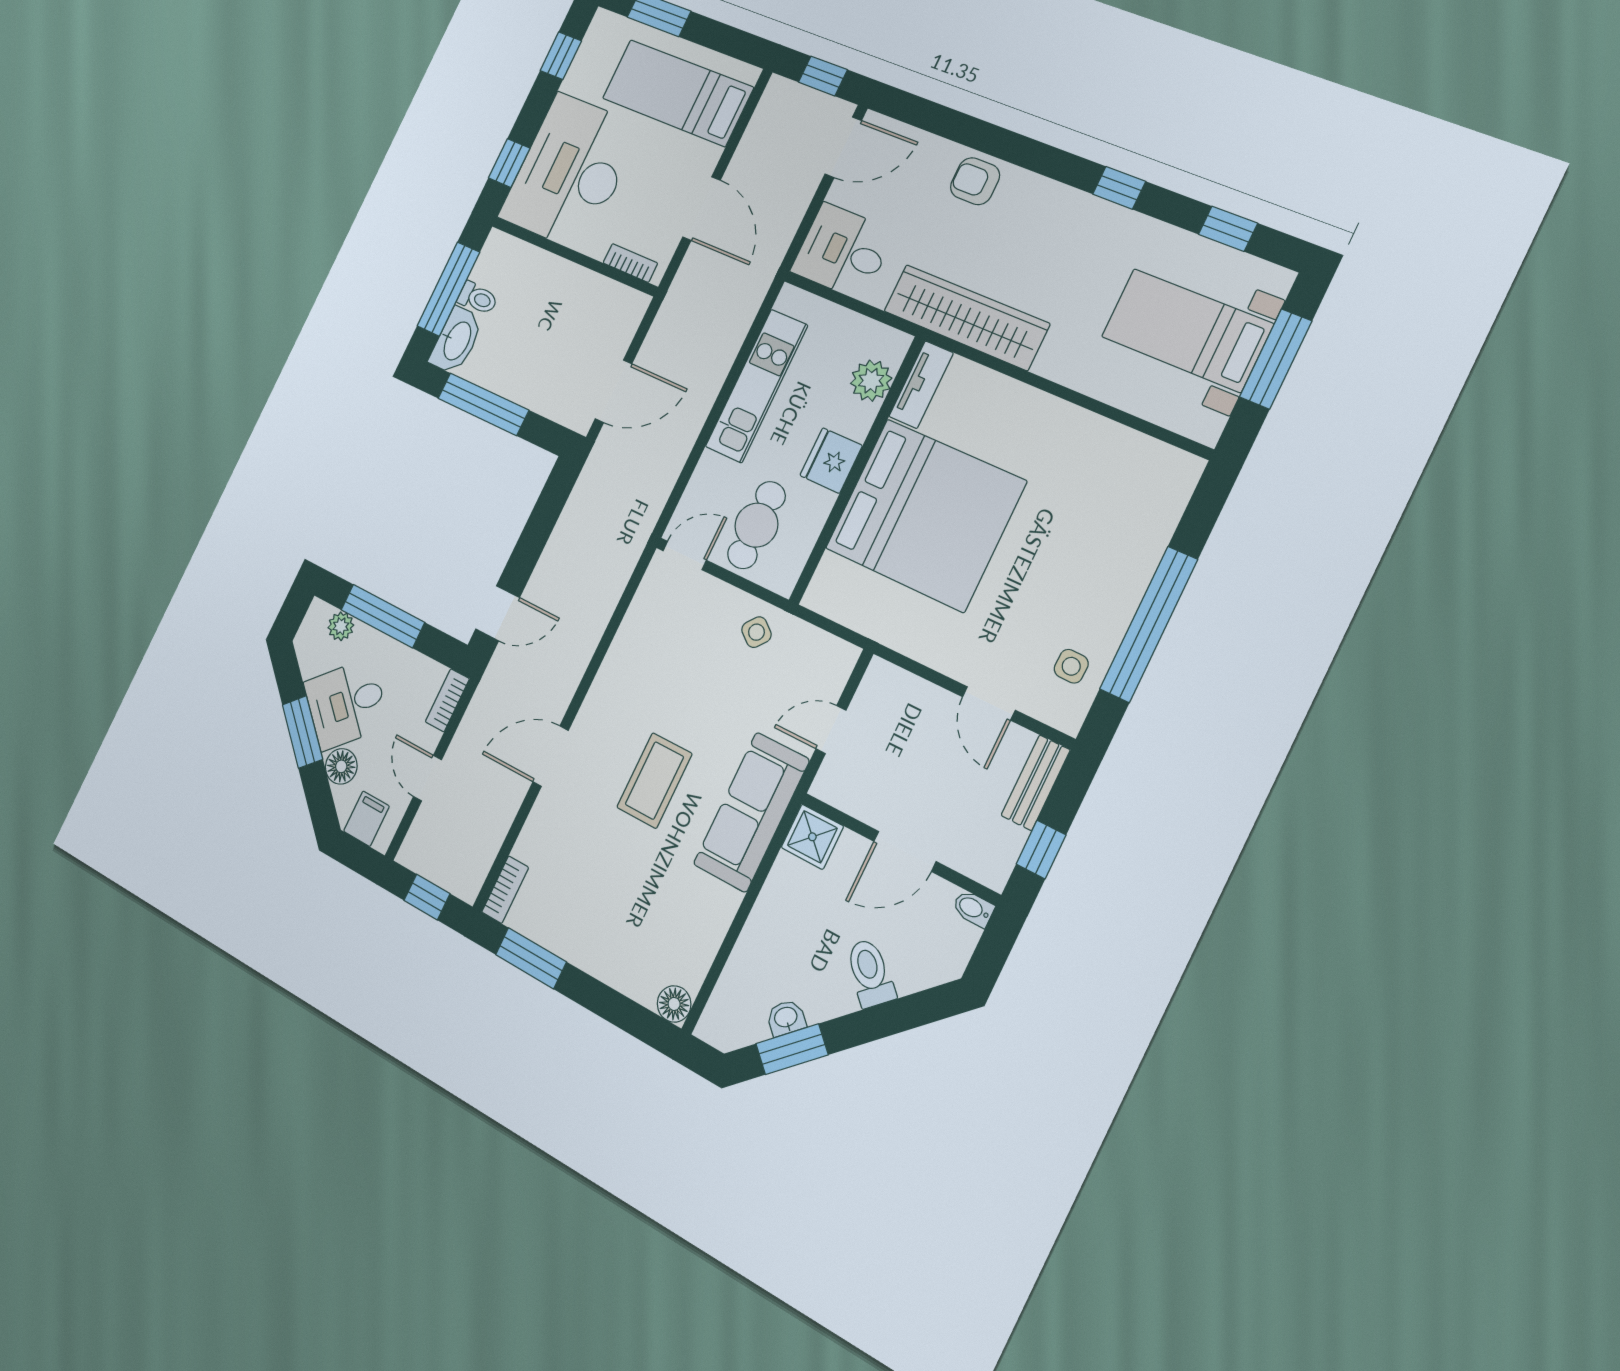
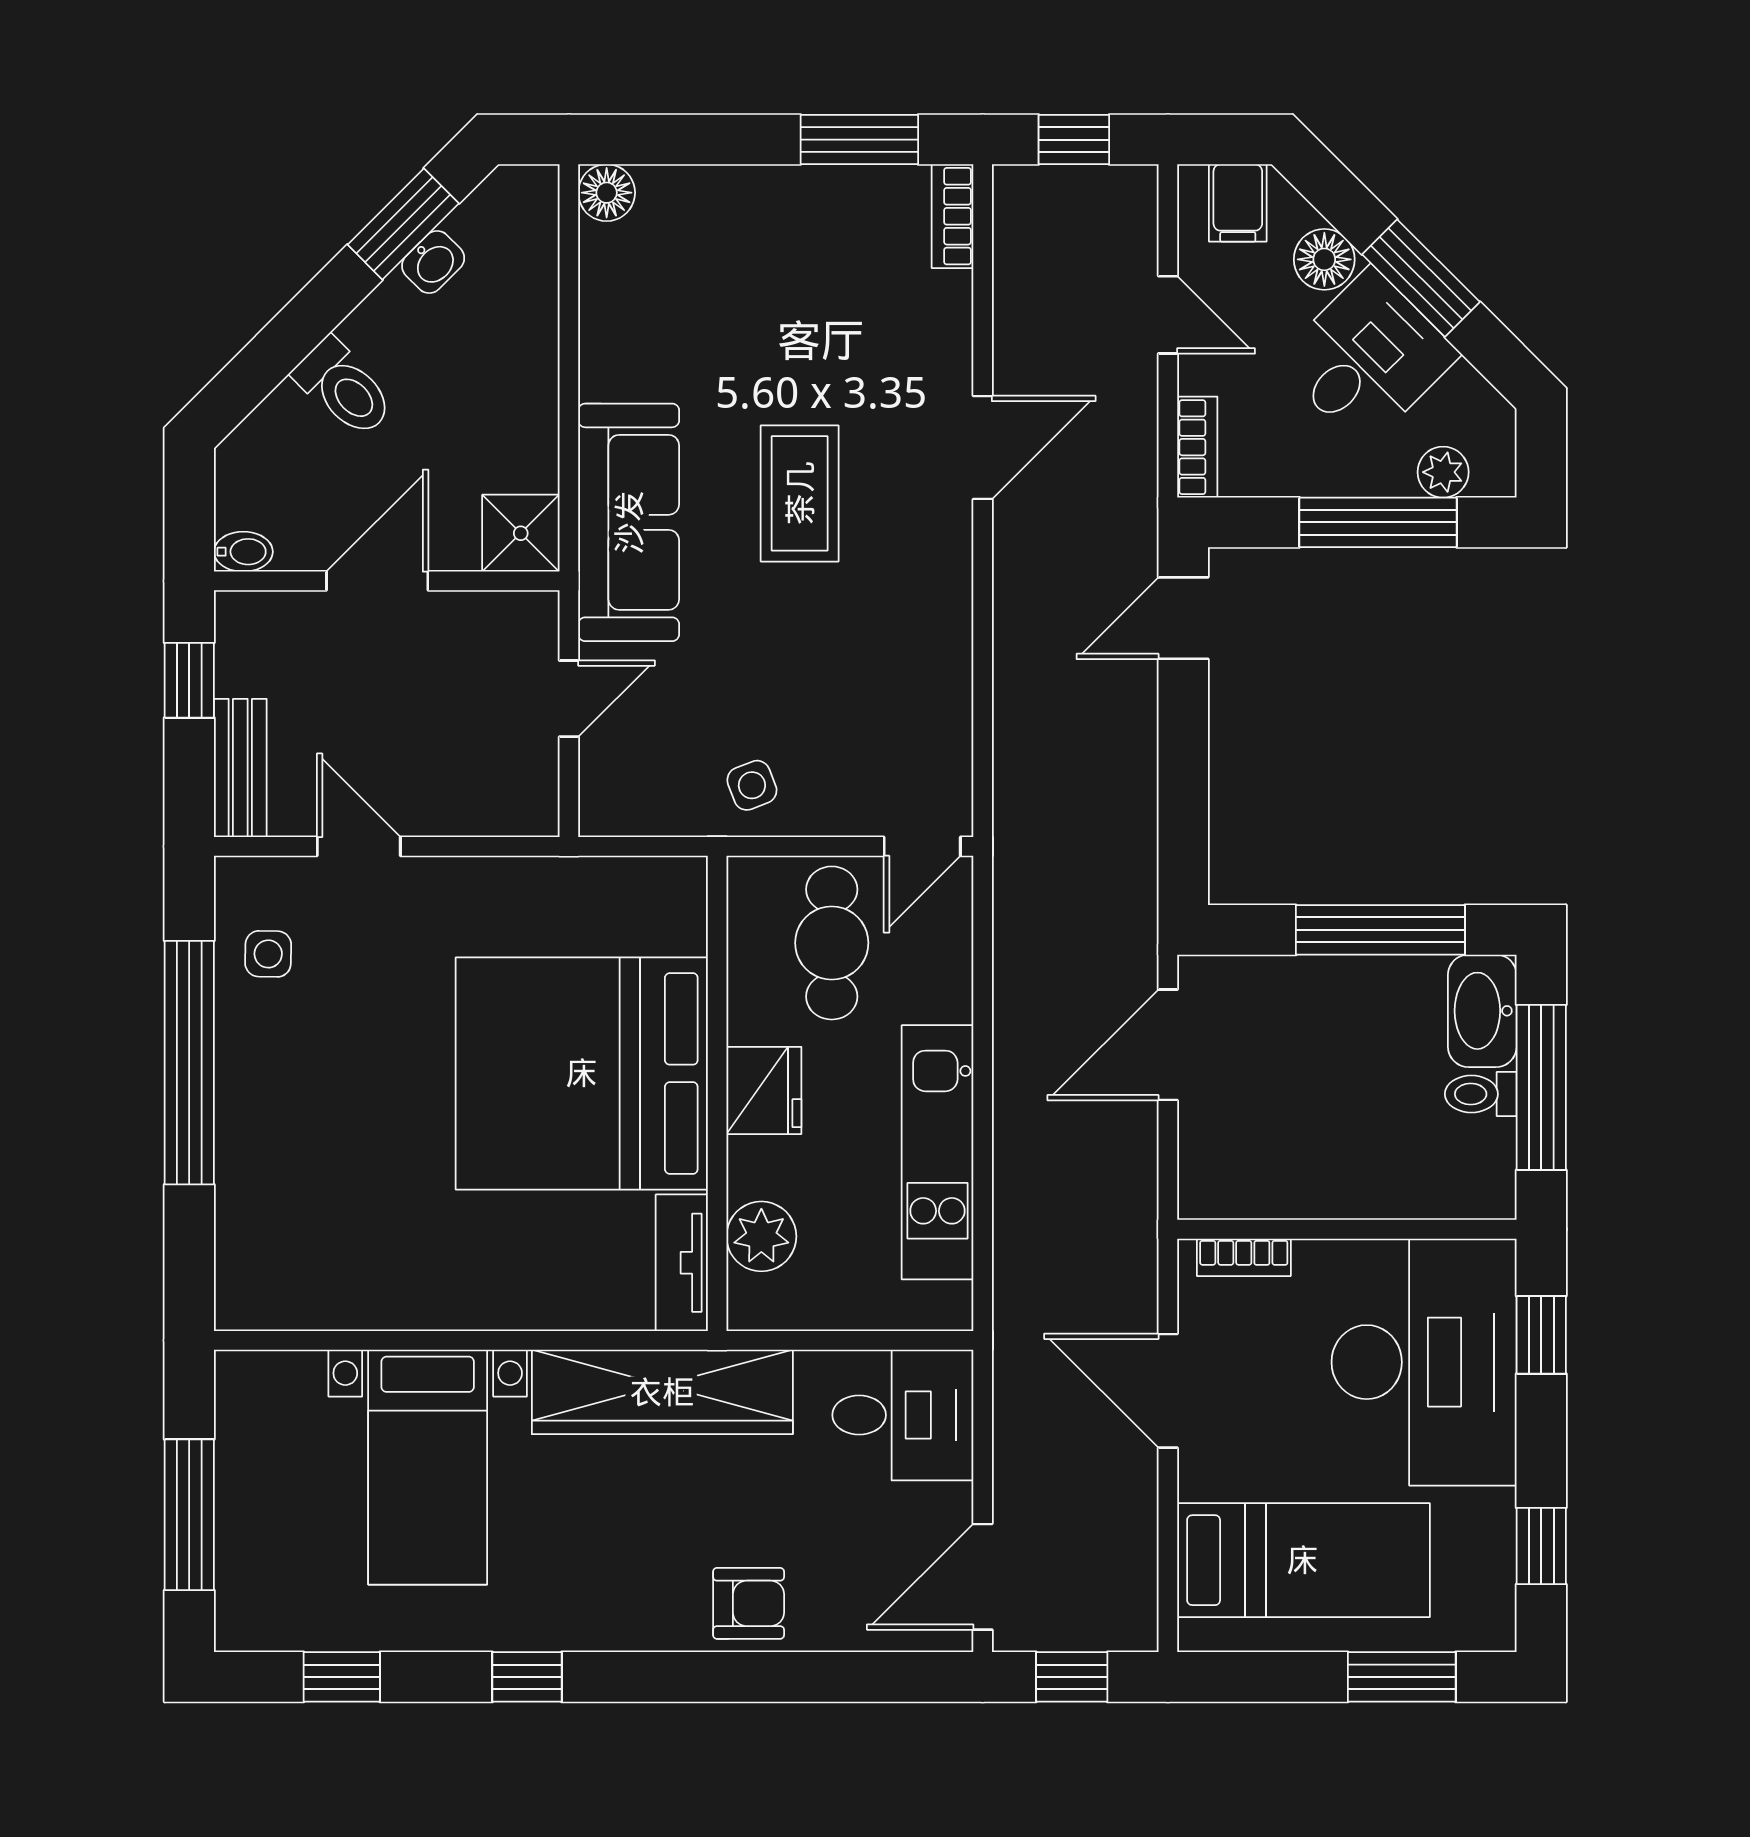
bed with nightstands: (1187, 330) -> (428, 1467), moved, turned 90
side table: (756, 632) -> (752, 785), turned 30

